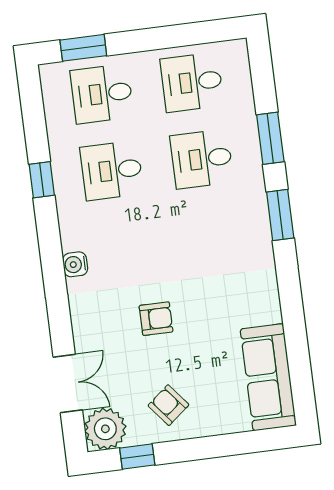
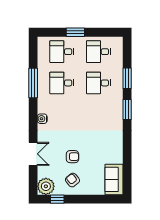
window: (83, 48) -> (75, 32), moved
window: (42, 180) -> (33, 83), width x2.17
armchair: (156, 319) -> (72, 157), moved
sofa: (268, 377) -> (114, 179), width x0.73
double door: (68, 384) -> (33, 154), moved

